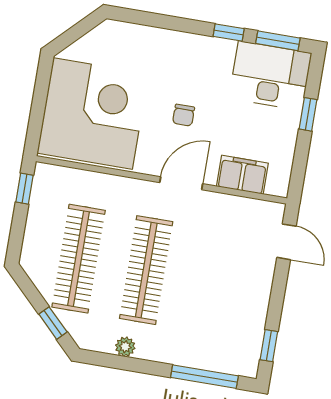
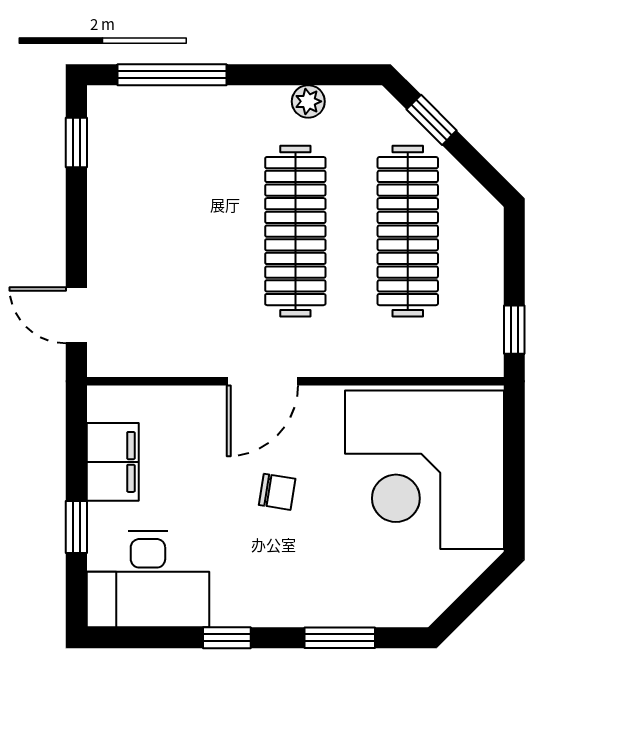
window: (278, 41) -> (340, 638), moved
chair: (184, 115) -> (277, 492), turned 99
filing cabinet: (242, 175) -> (113, 462), moved, turned -90

